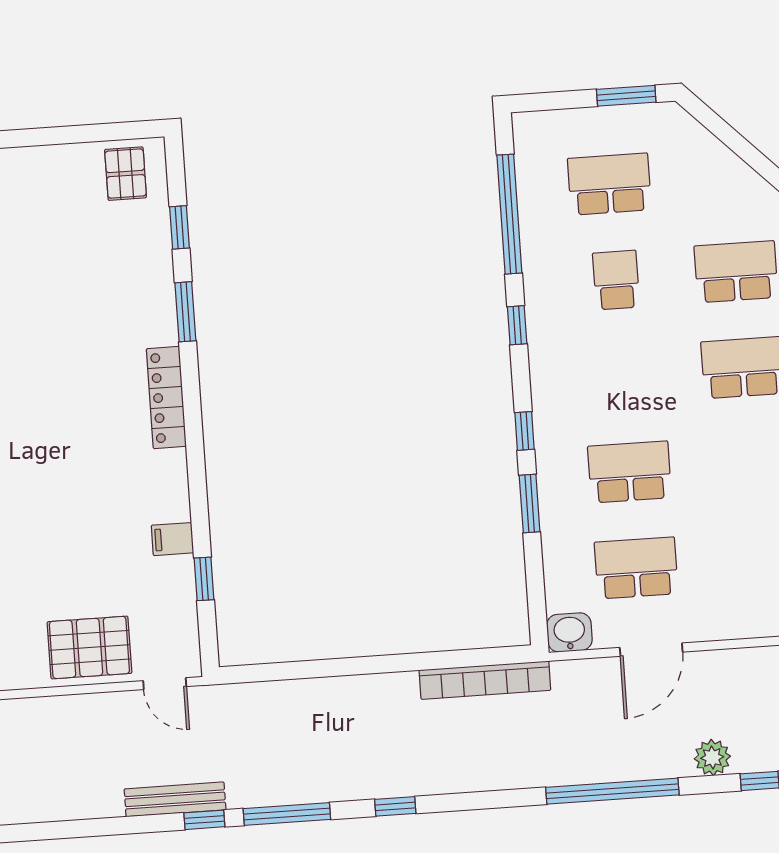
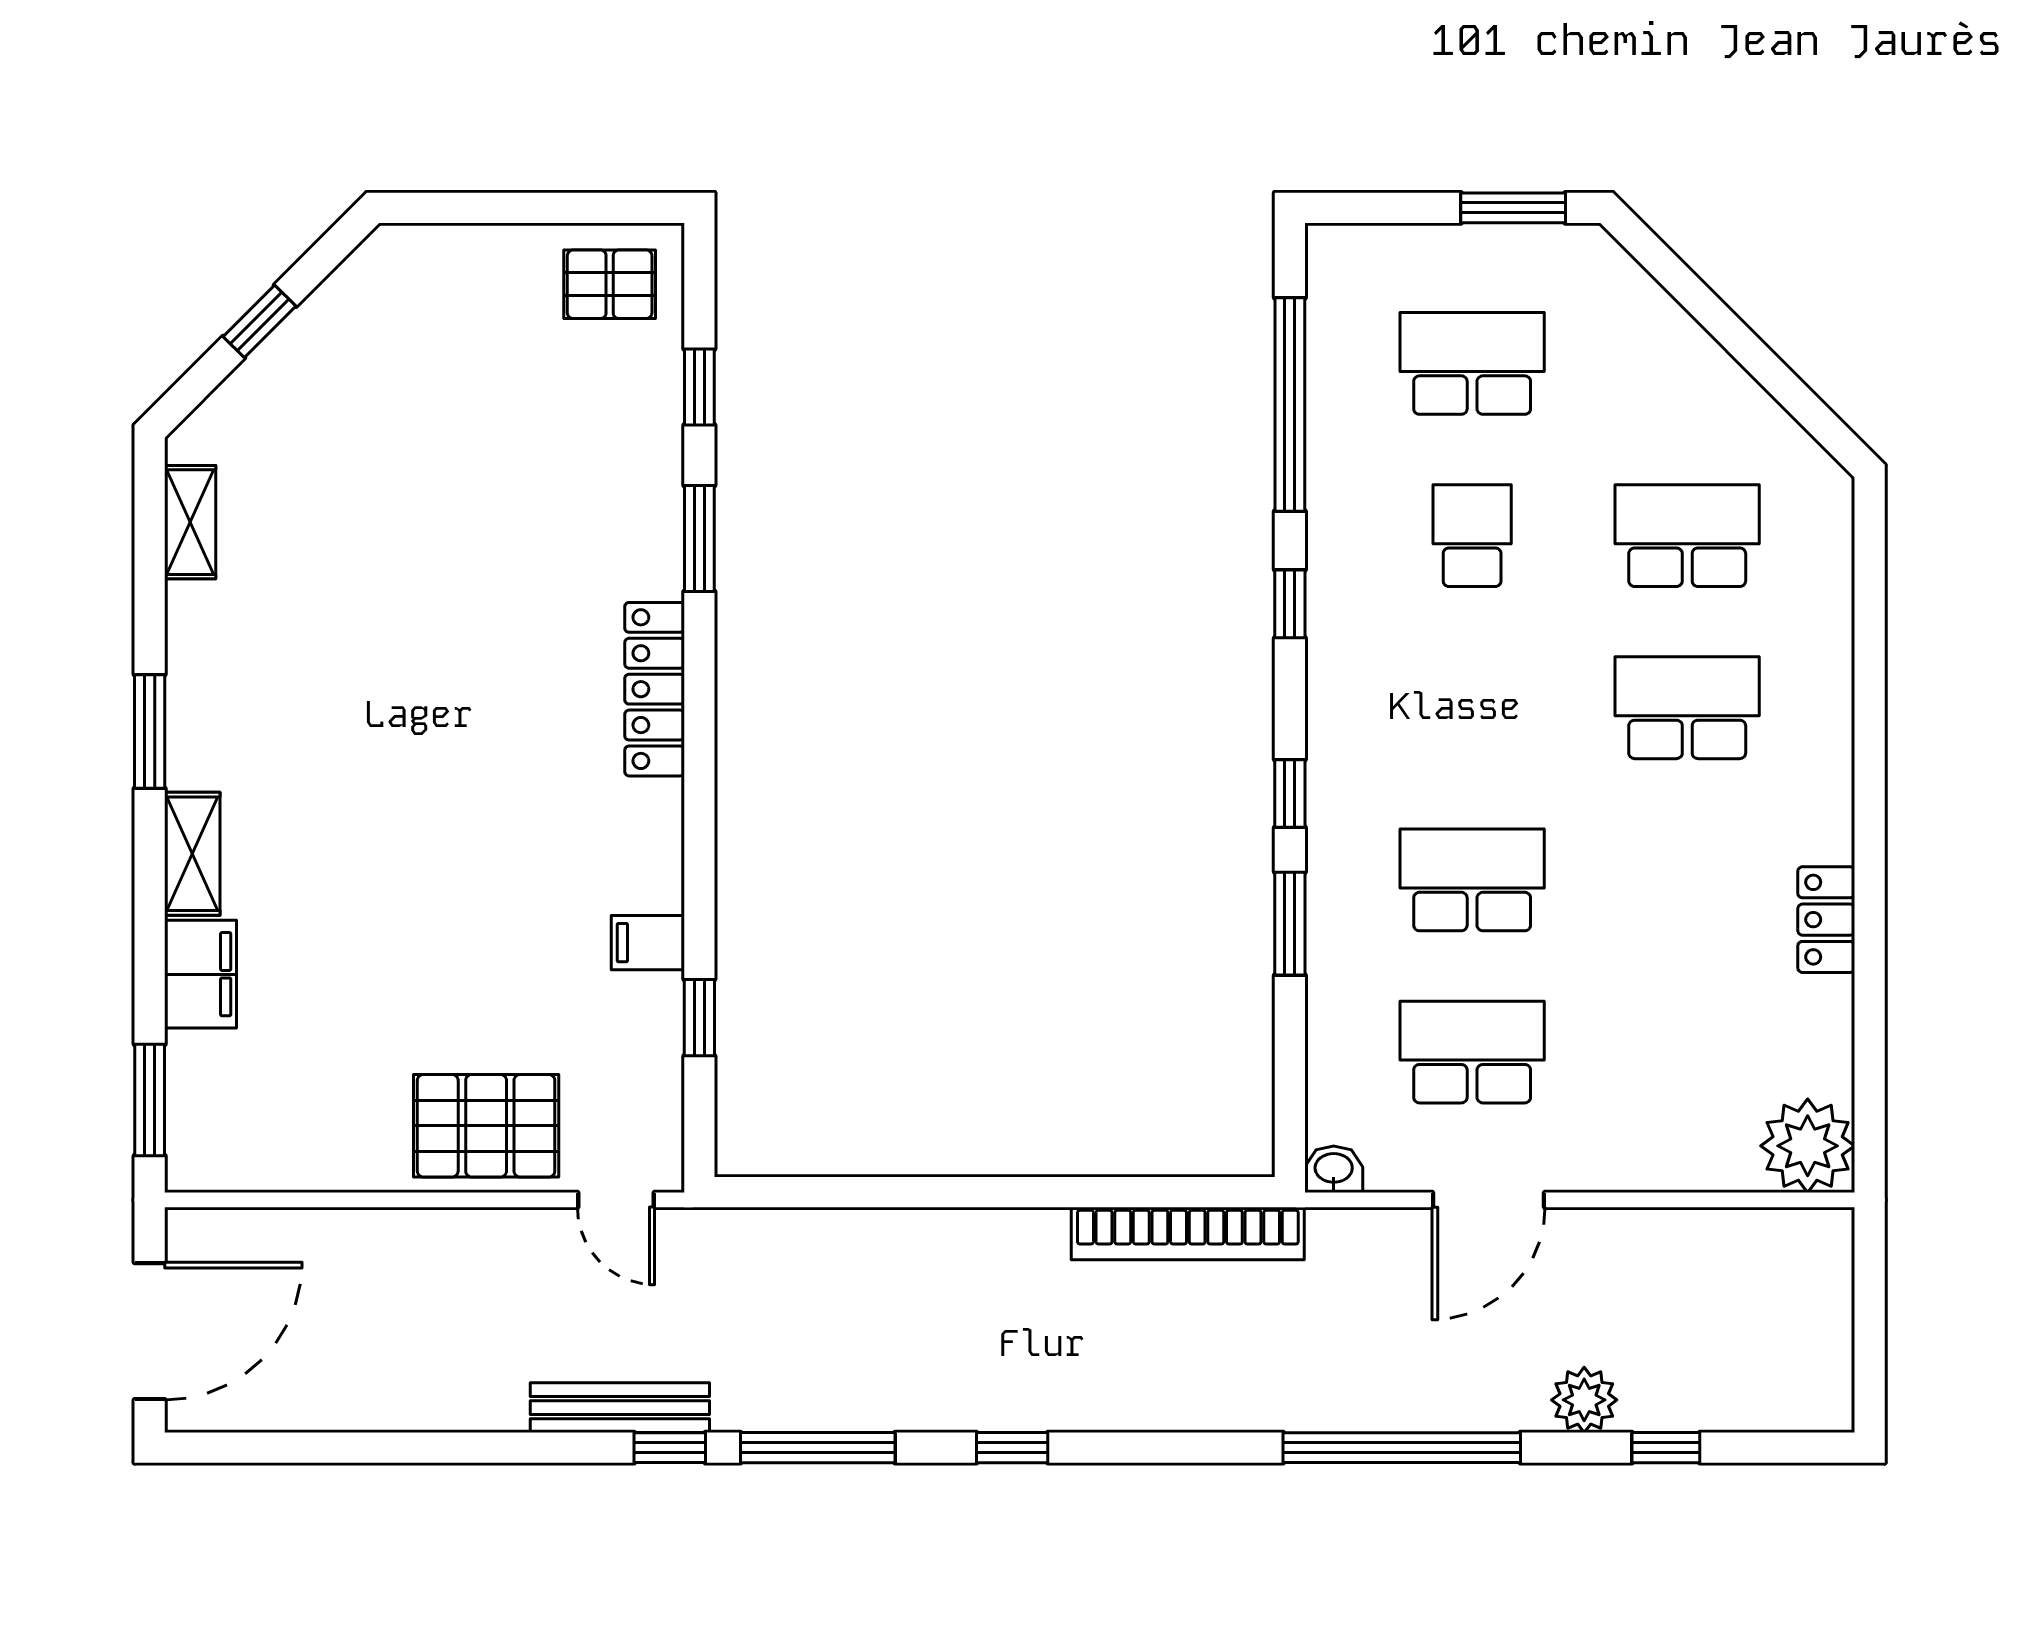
pallet: (126, 174) -> (610, 284), turned 90
washbasin: (569, 632) -> (1334, 1169), width x0.72, depth x0.69

